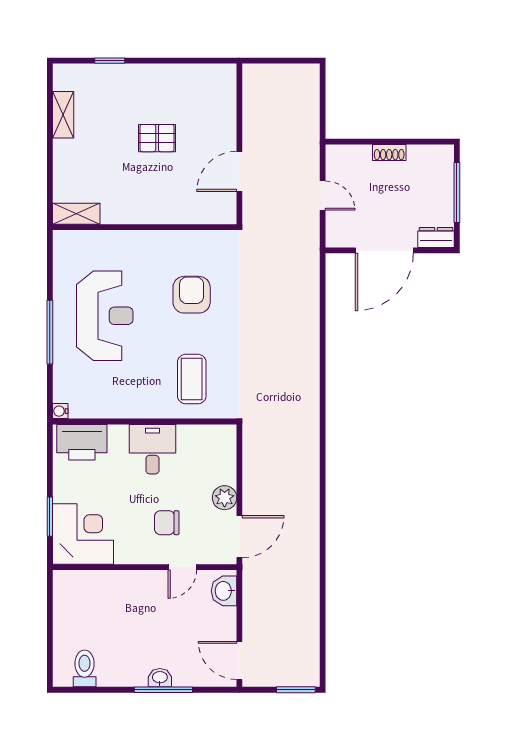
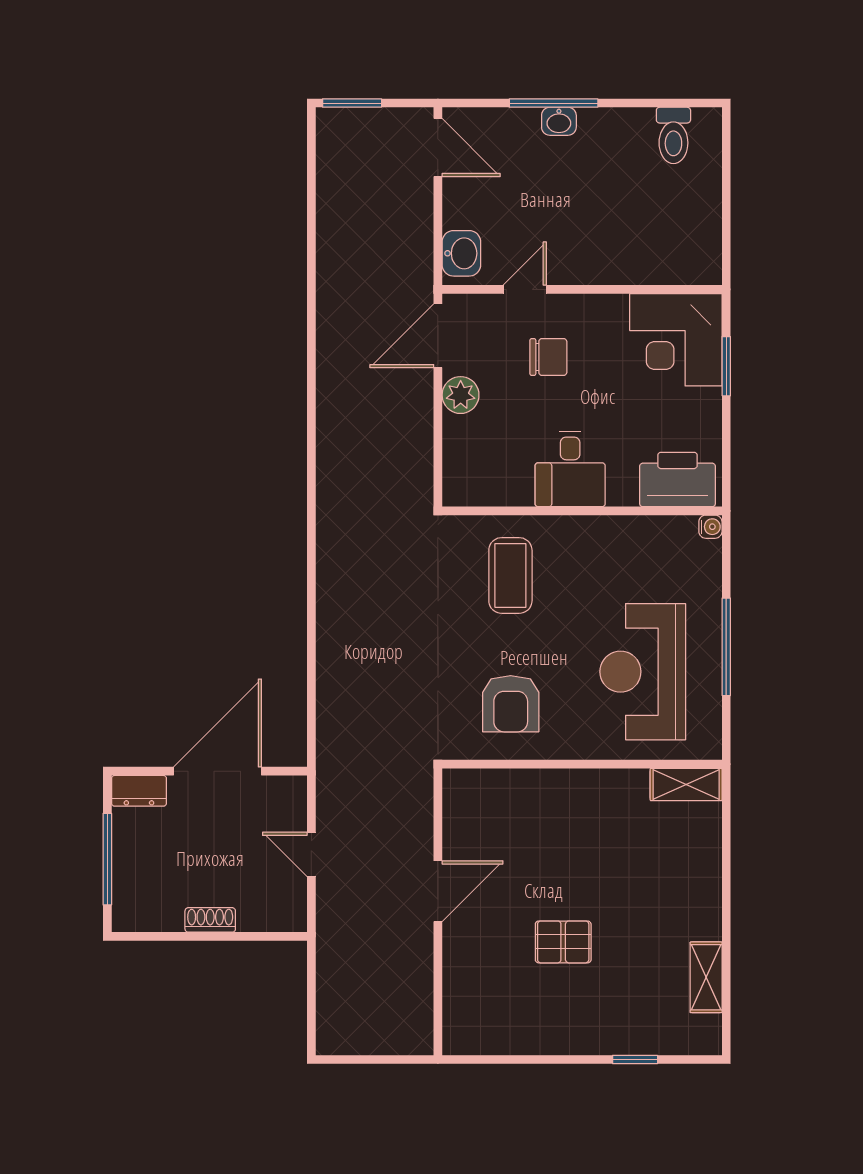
shelving: (76, 214) -> (686, 784), moved
wall: (145, 227) -> (582, 764), moved

